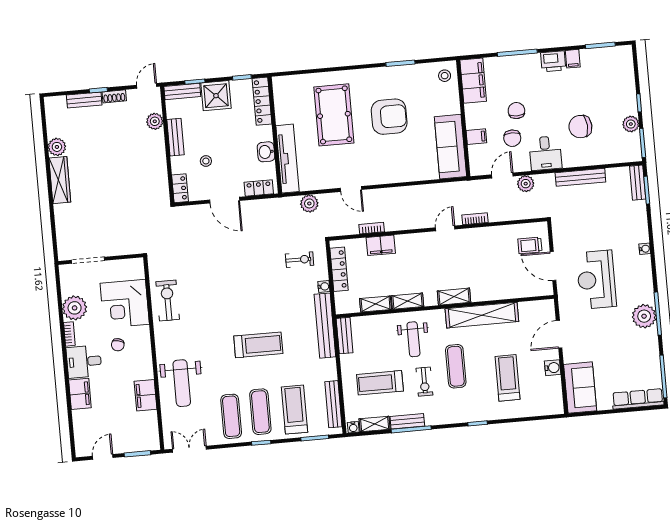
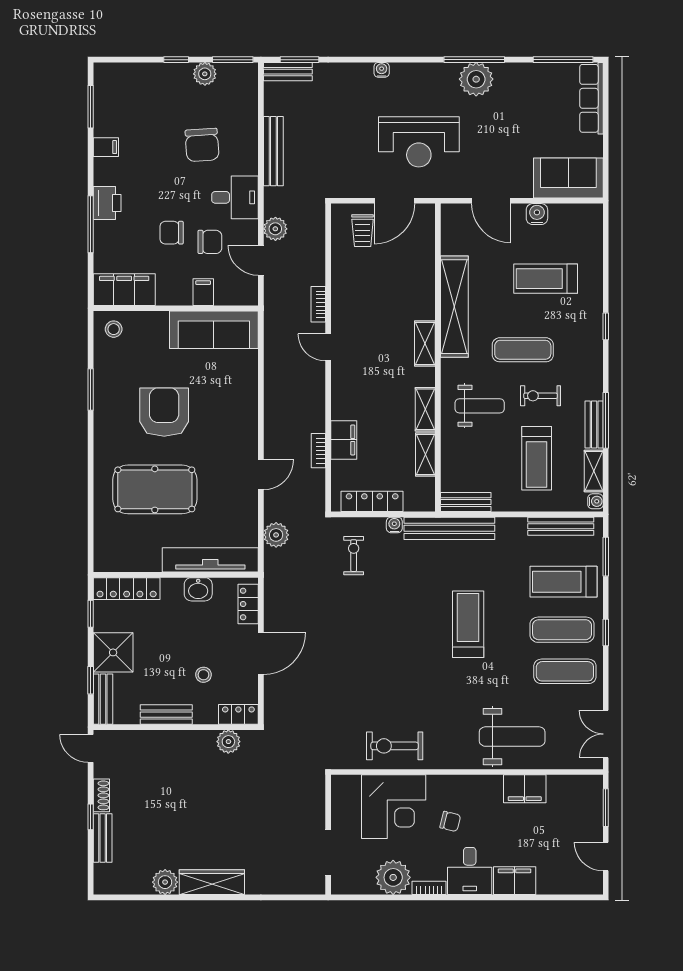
printer: (553, 61) -> (107, 203), moved
plant: (155, 121) -> (228, 742), moved
exercise bike: (424, 382) -> (540, 396), turned 180

